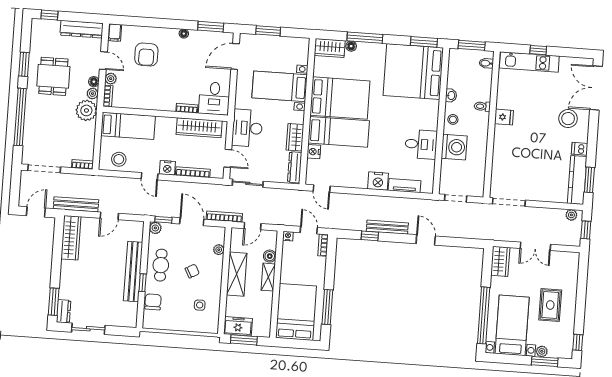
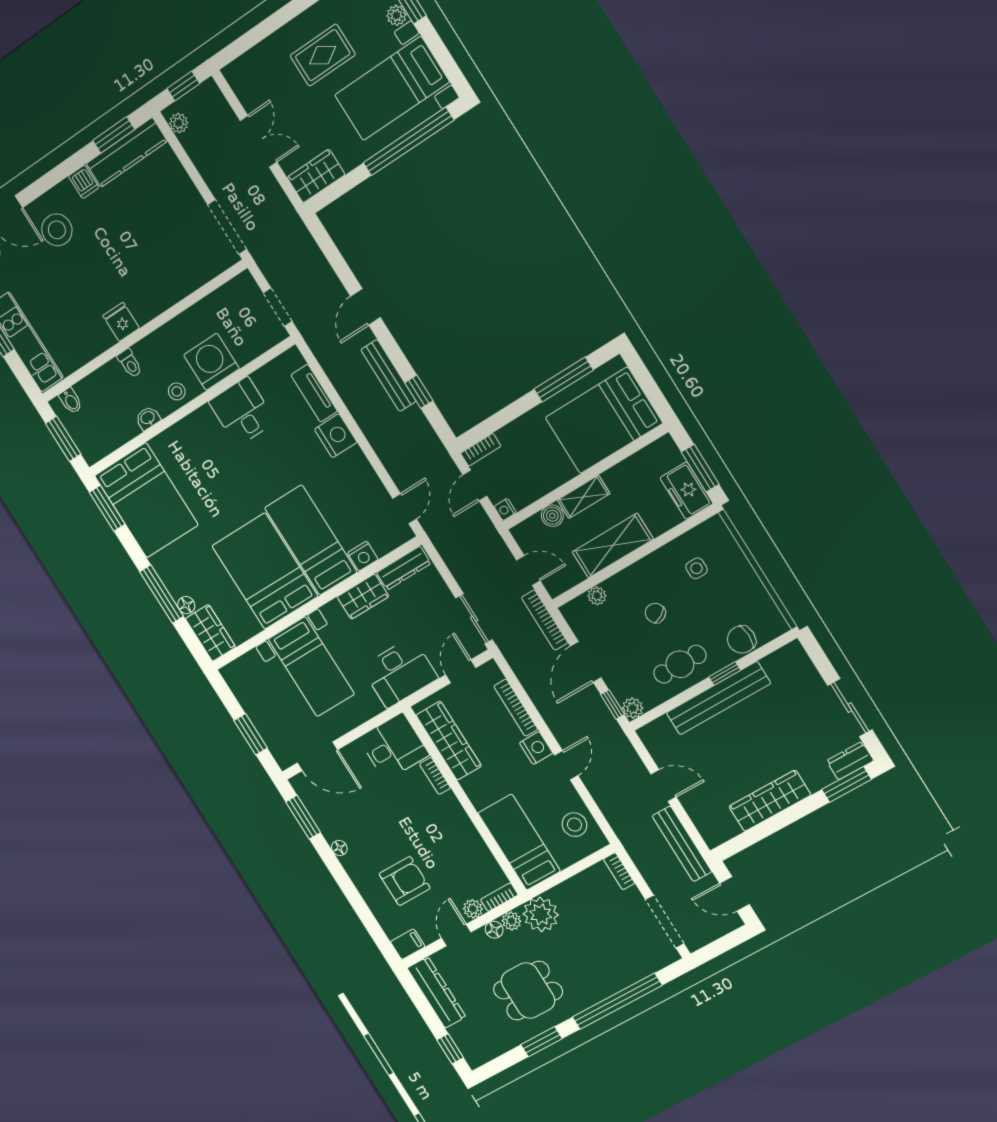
bed: (413, 72) -> (146, 500), width x0.73
wardrobe: (71, 238) -> (770, 801), moved

